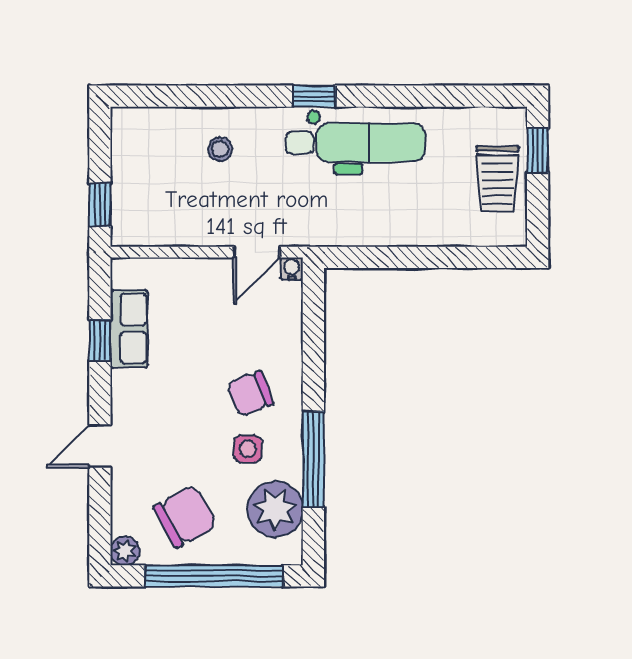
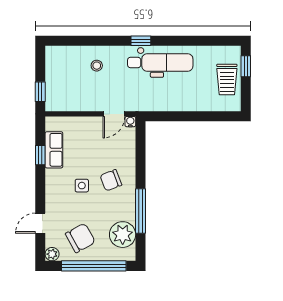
door: (100, 446) -> (40, 223), moved
side table: (248, 449) -> (82, 186), moved

